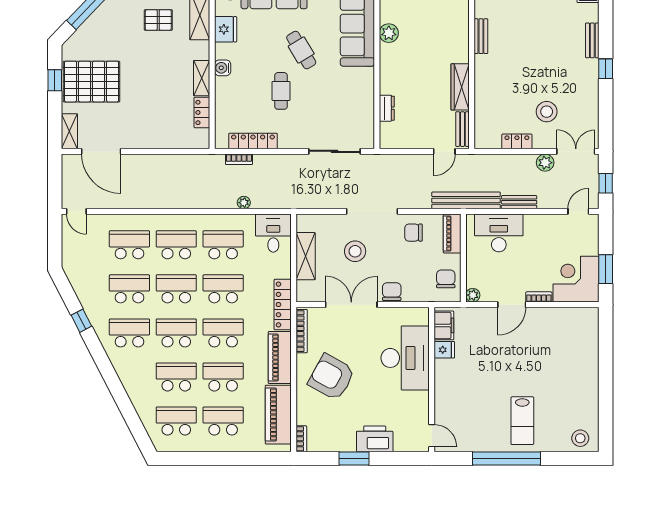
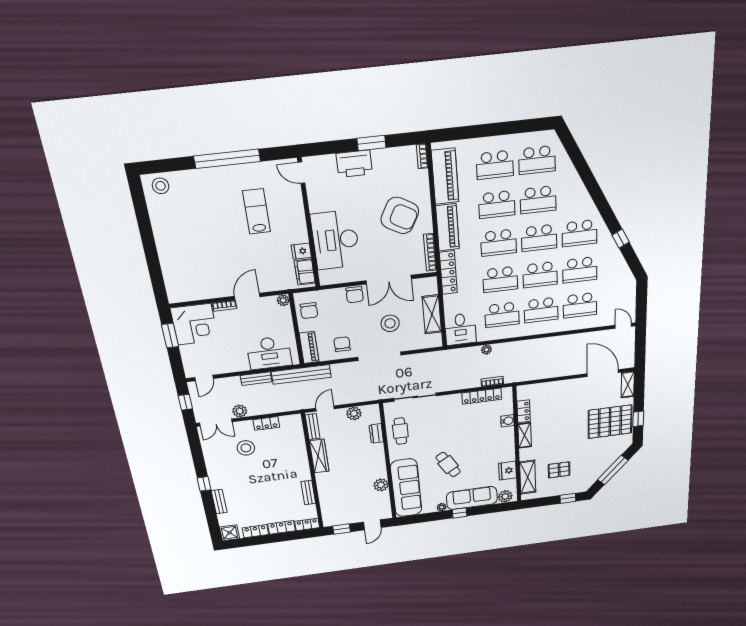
water cooler: (223, 68) -> (507, 421), moved
cafe table: (281, 91) -> (400, 431), moved
plant: (411, 140) -> (354, 413), added
chair: (414, 233) -> (342, 344), turned -90
lab bench: (522, 421) -> (257, 211), moved

